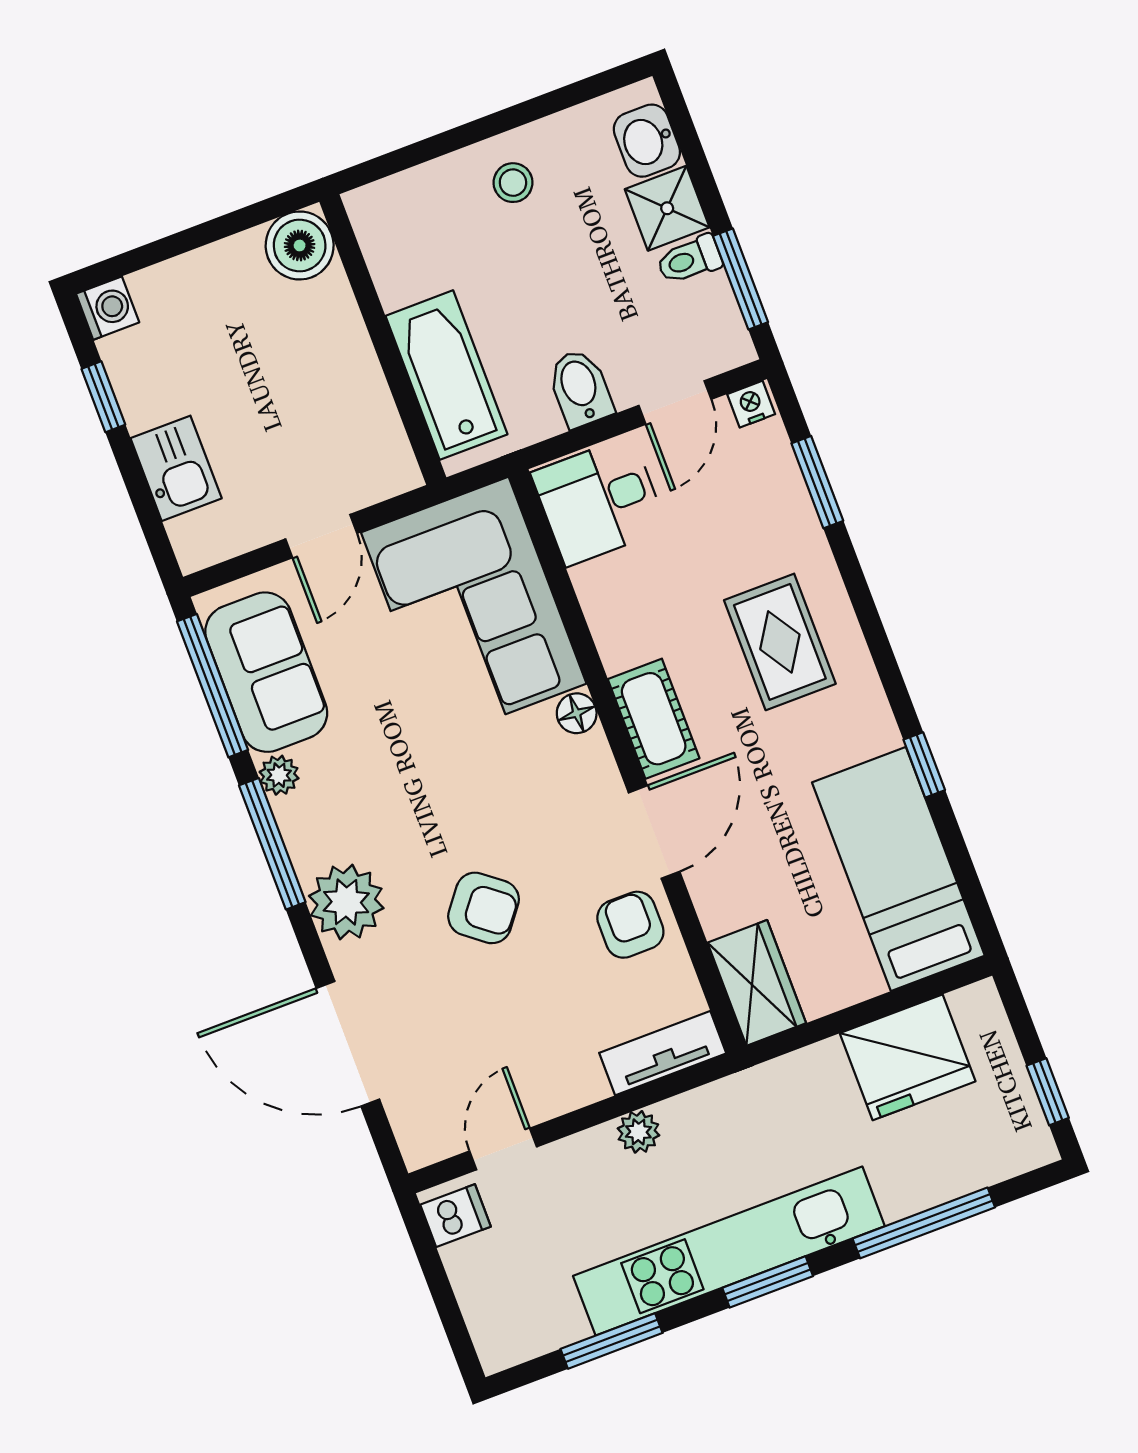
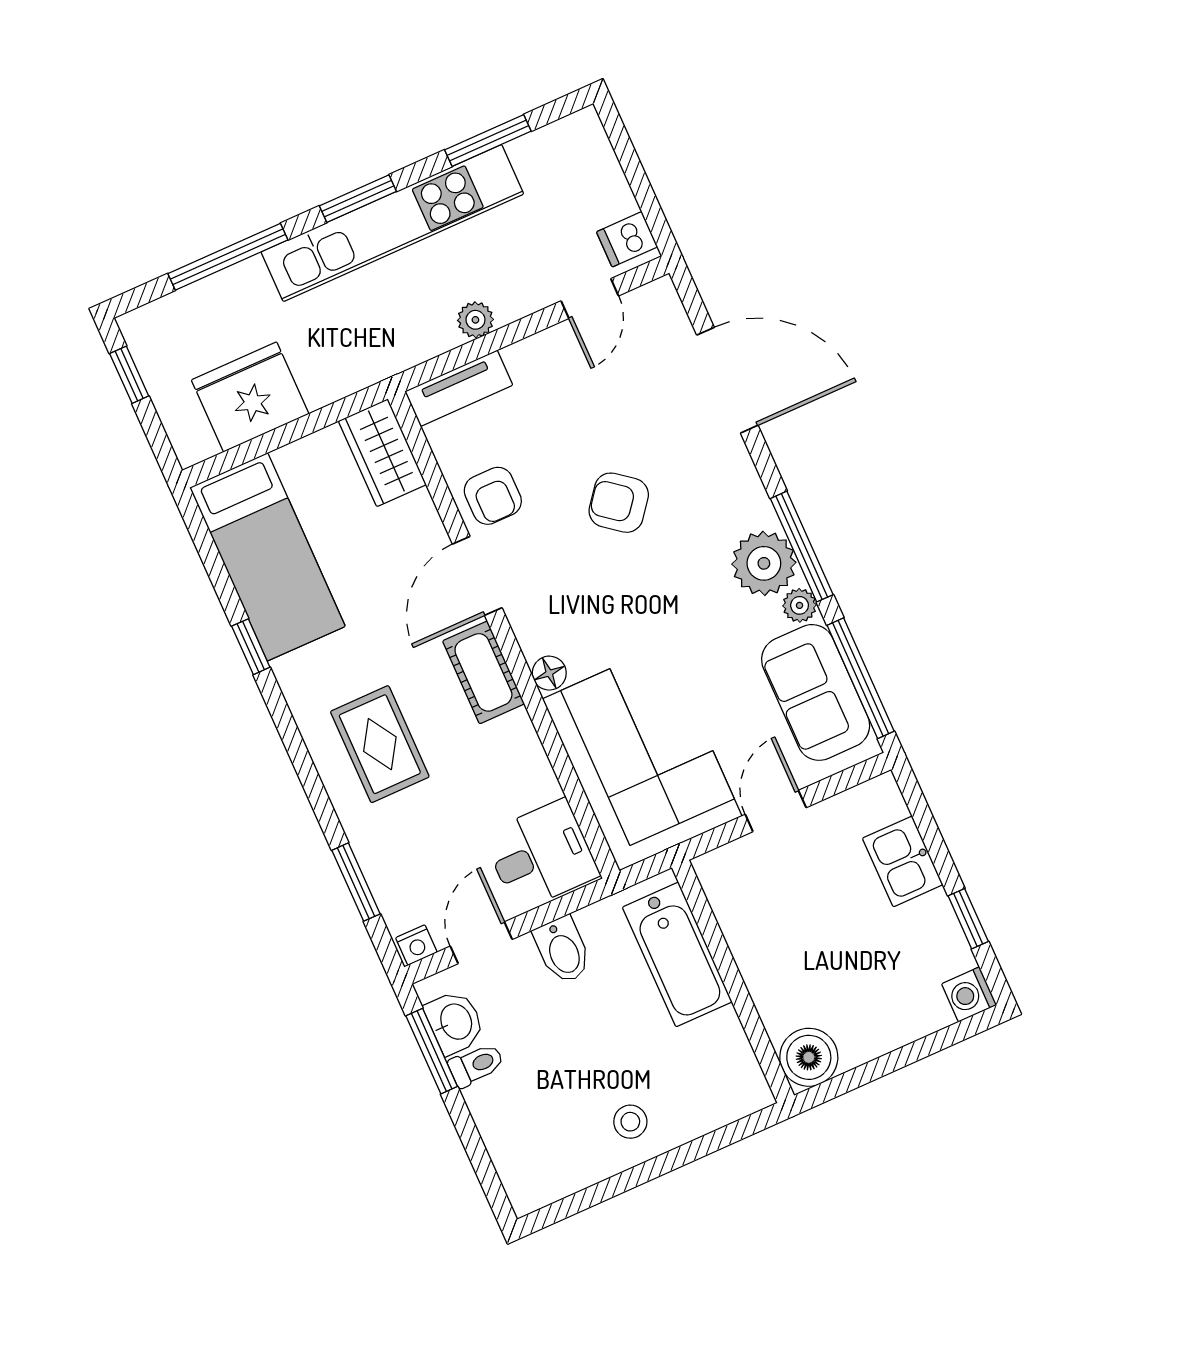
washbasin: (647, 141) -> (455, 1022), moved
shower: (667, 208) -> (498, 1108), removed
plant: (346, 902) -> (764, 563), moved

